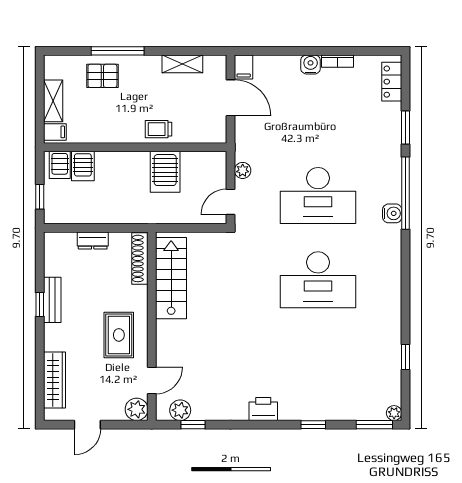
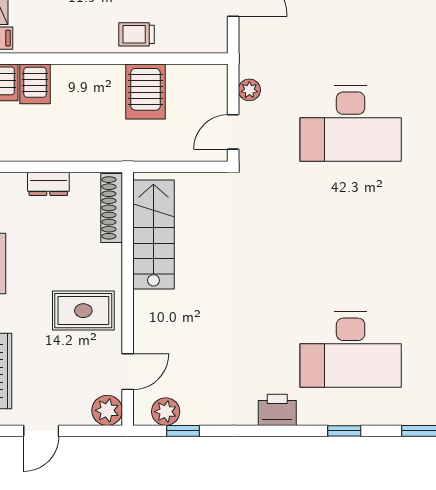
desk: (318, 280) -> (351, 350), moved
rug: (119, 335) -> (83, 311), turned 90

